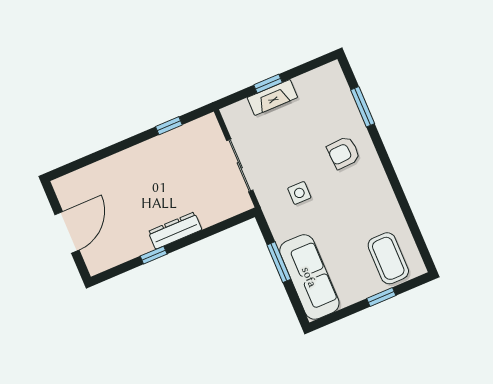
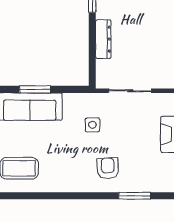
dresser: (175, 230) -> (103, 39), moved
window: (279, 262) -> (35, 89), moved

